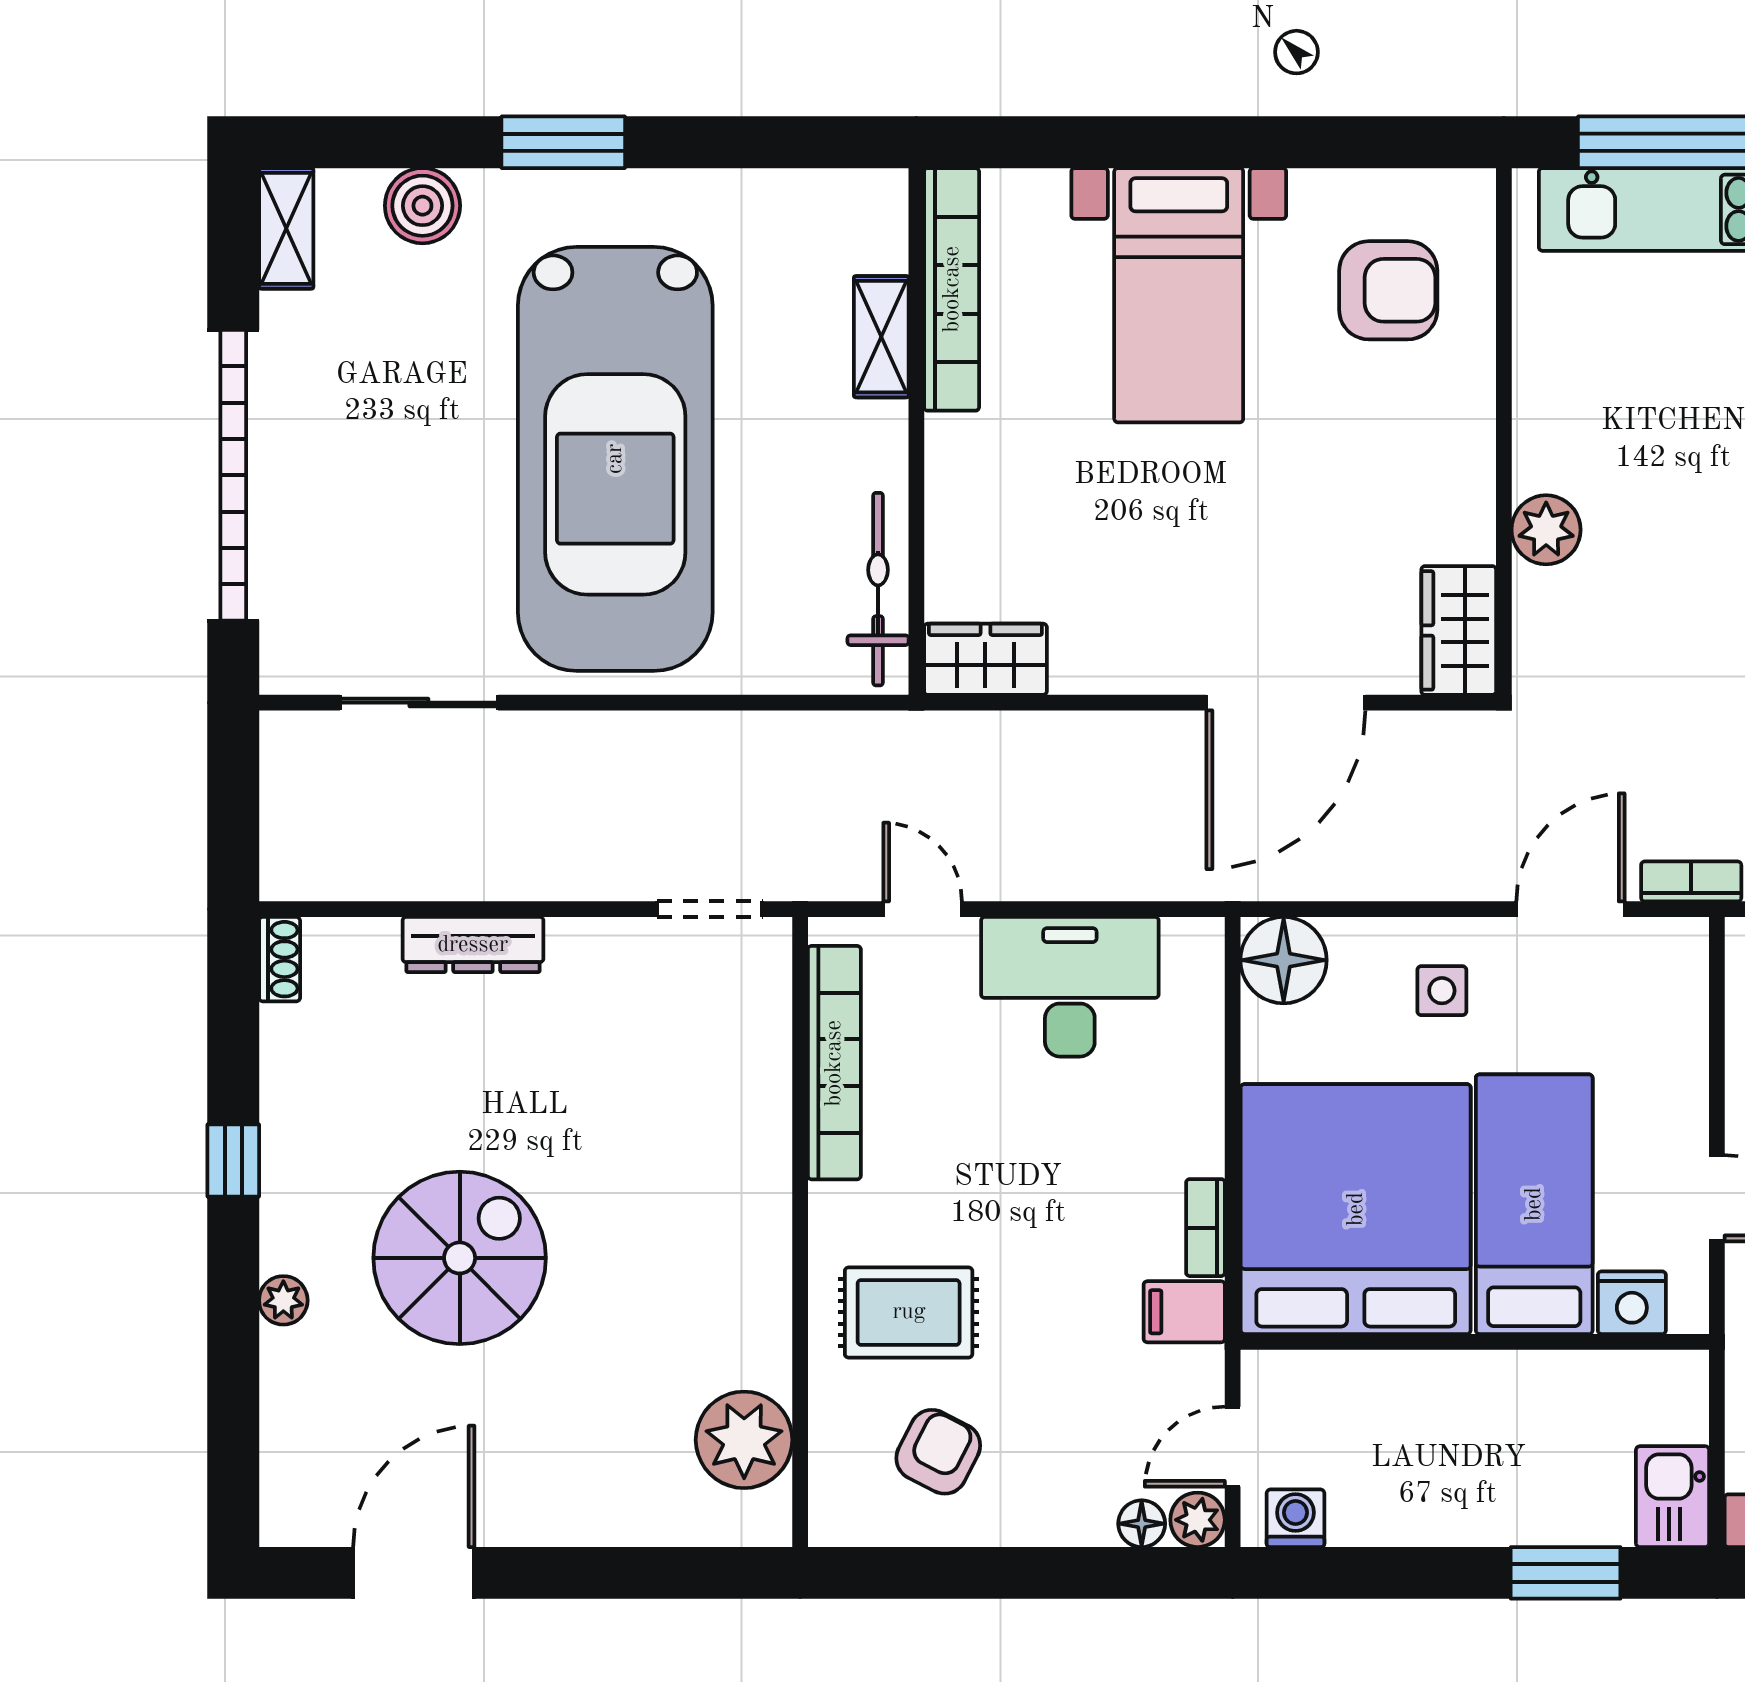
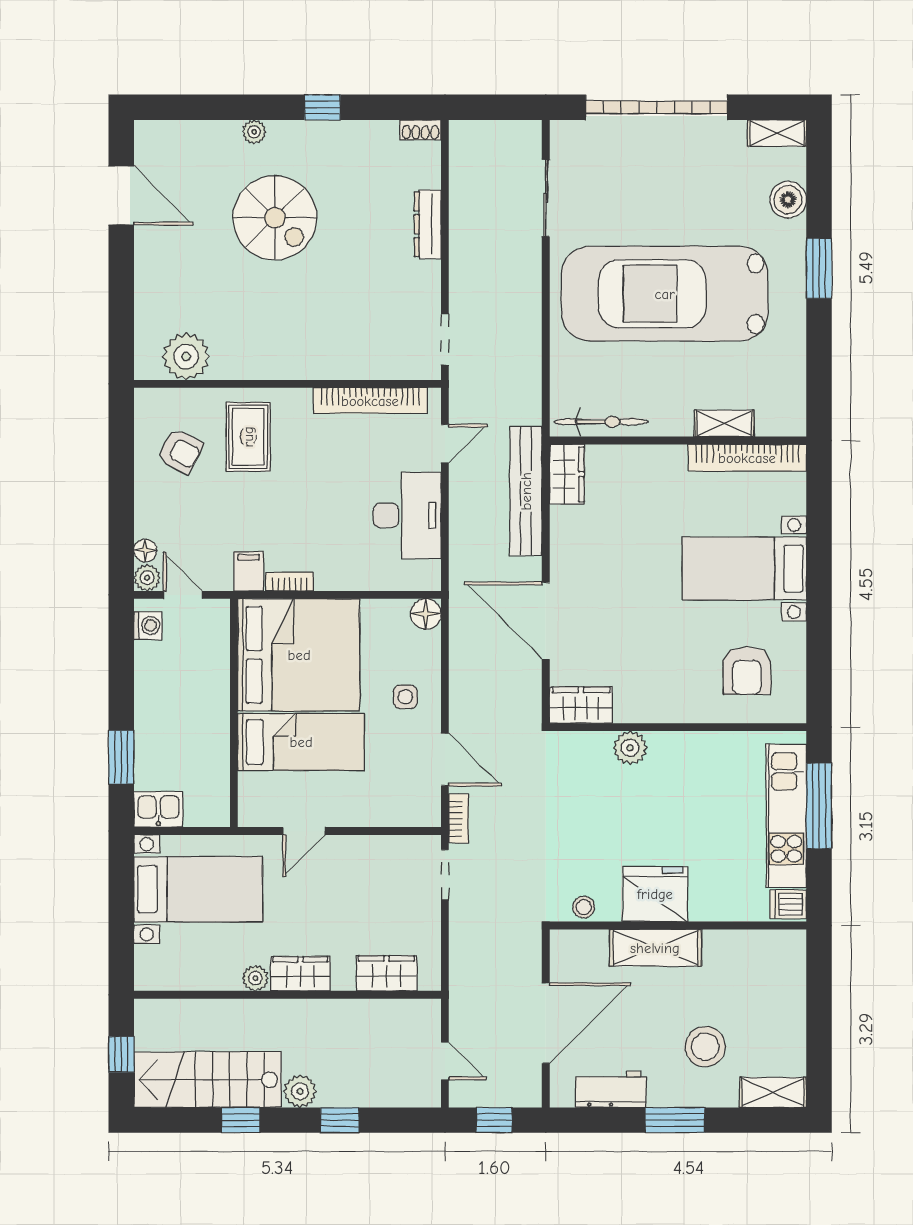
bench: (1020, 743) -> (526, 491), added
floor lamp: (1284, 960) -> (426, 614), width x0.73, depth x0.73
nightstand: (1632, 1303) -> (253, 790), removed

